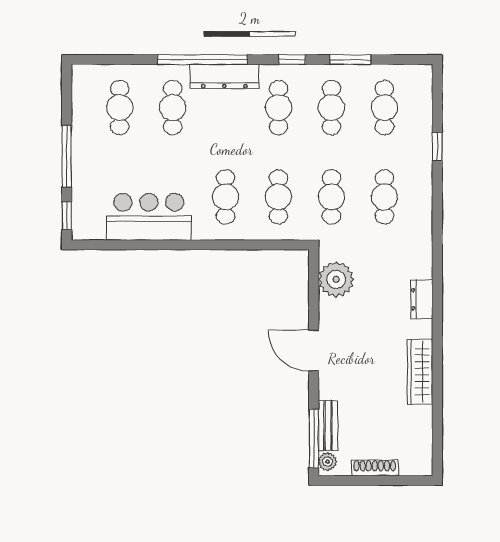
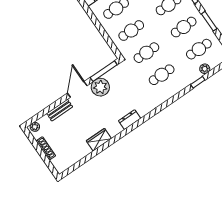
plant: (423, 120) -> (205, 69), added
plant: (336, 279) -> (100, 87), moved
wardrobe: (420, 372) -> (99, 140), width x0.67
bench: (328, 426) -> (60, 110), moved
window: (314, 438) -> (104, 71), moved

